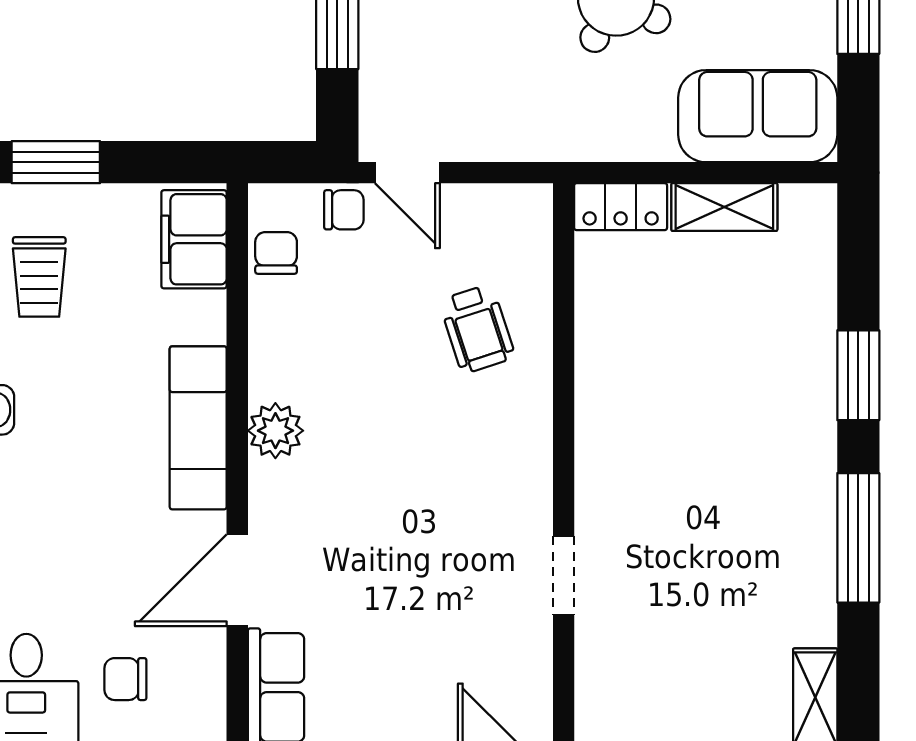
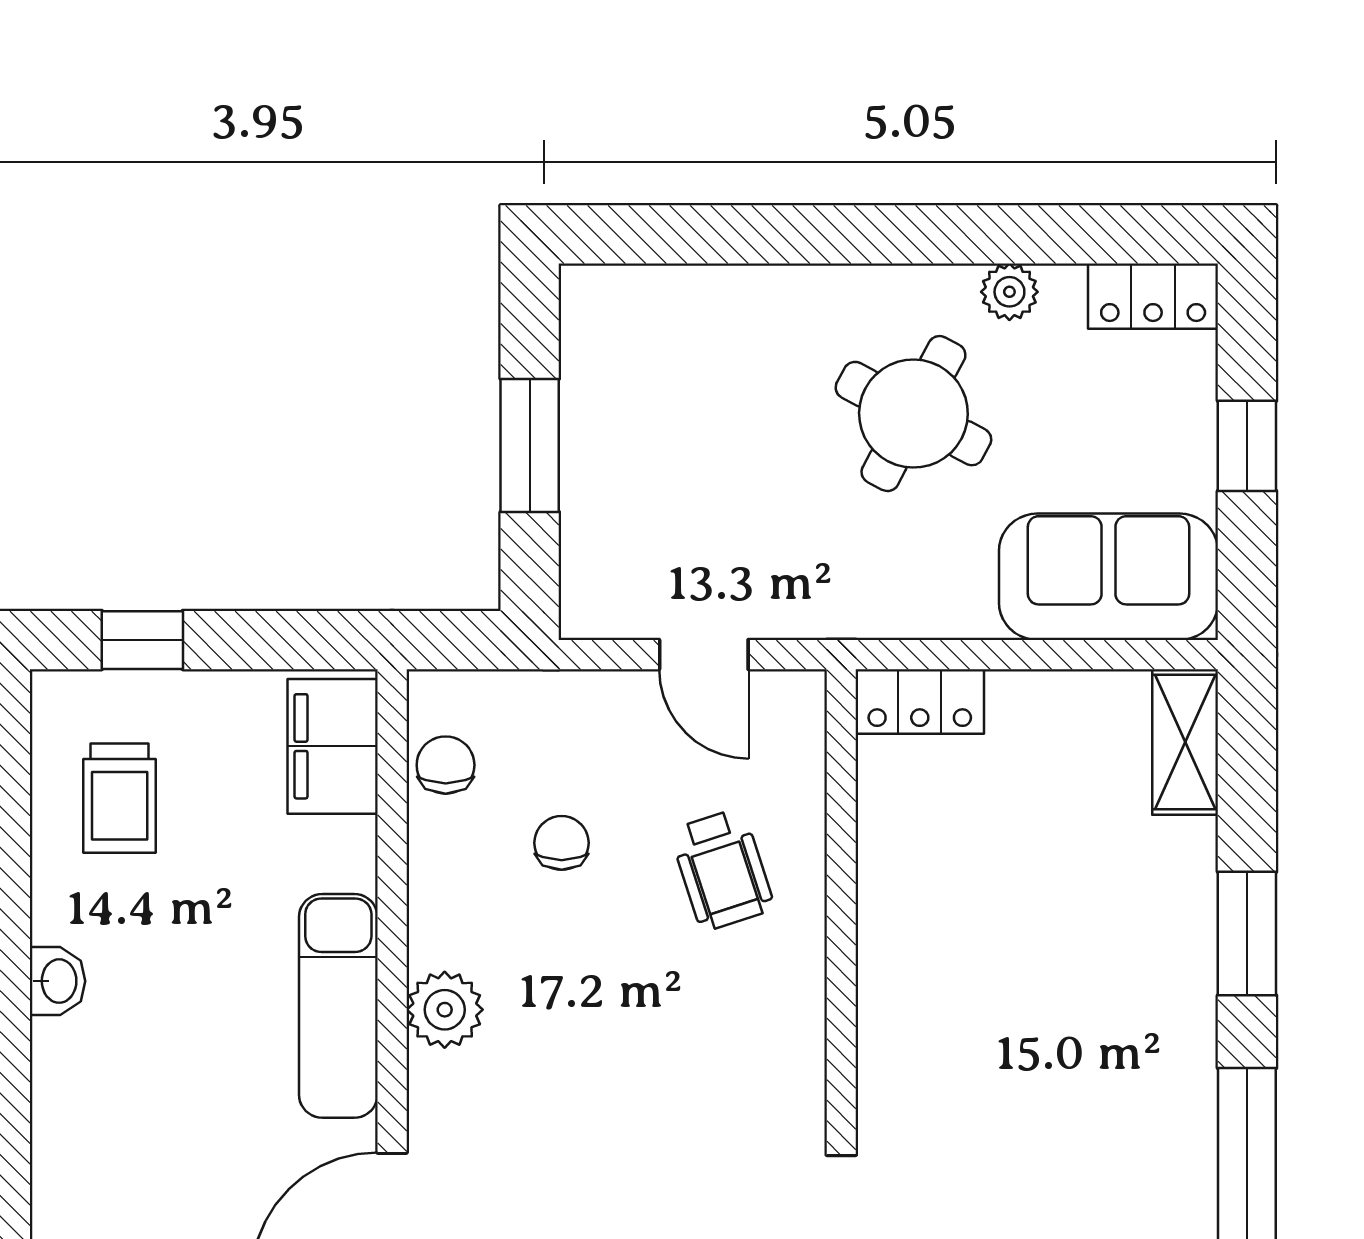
window: (56, 162) -> (142, 640), width x0.67
door: (407, 173) -> (704, 655), moved
shelving: (724, 207) -> (1185, 742), moved, turned 90
chair: (344, 210) -> (562, 843), moved, turned -90

